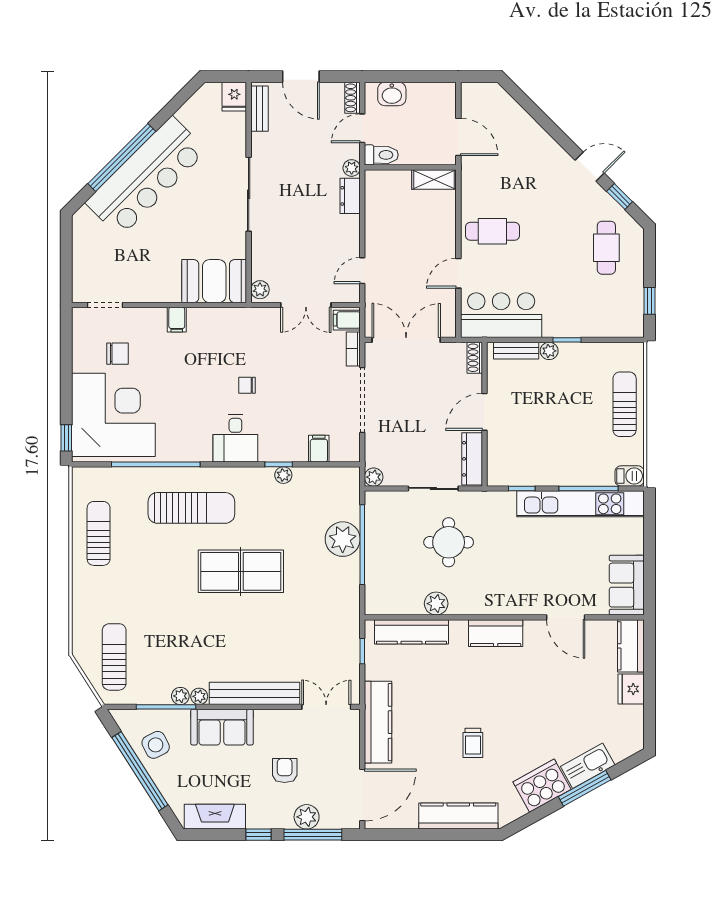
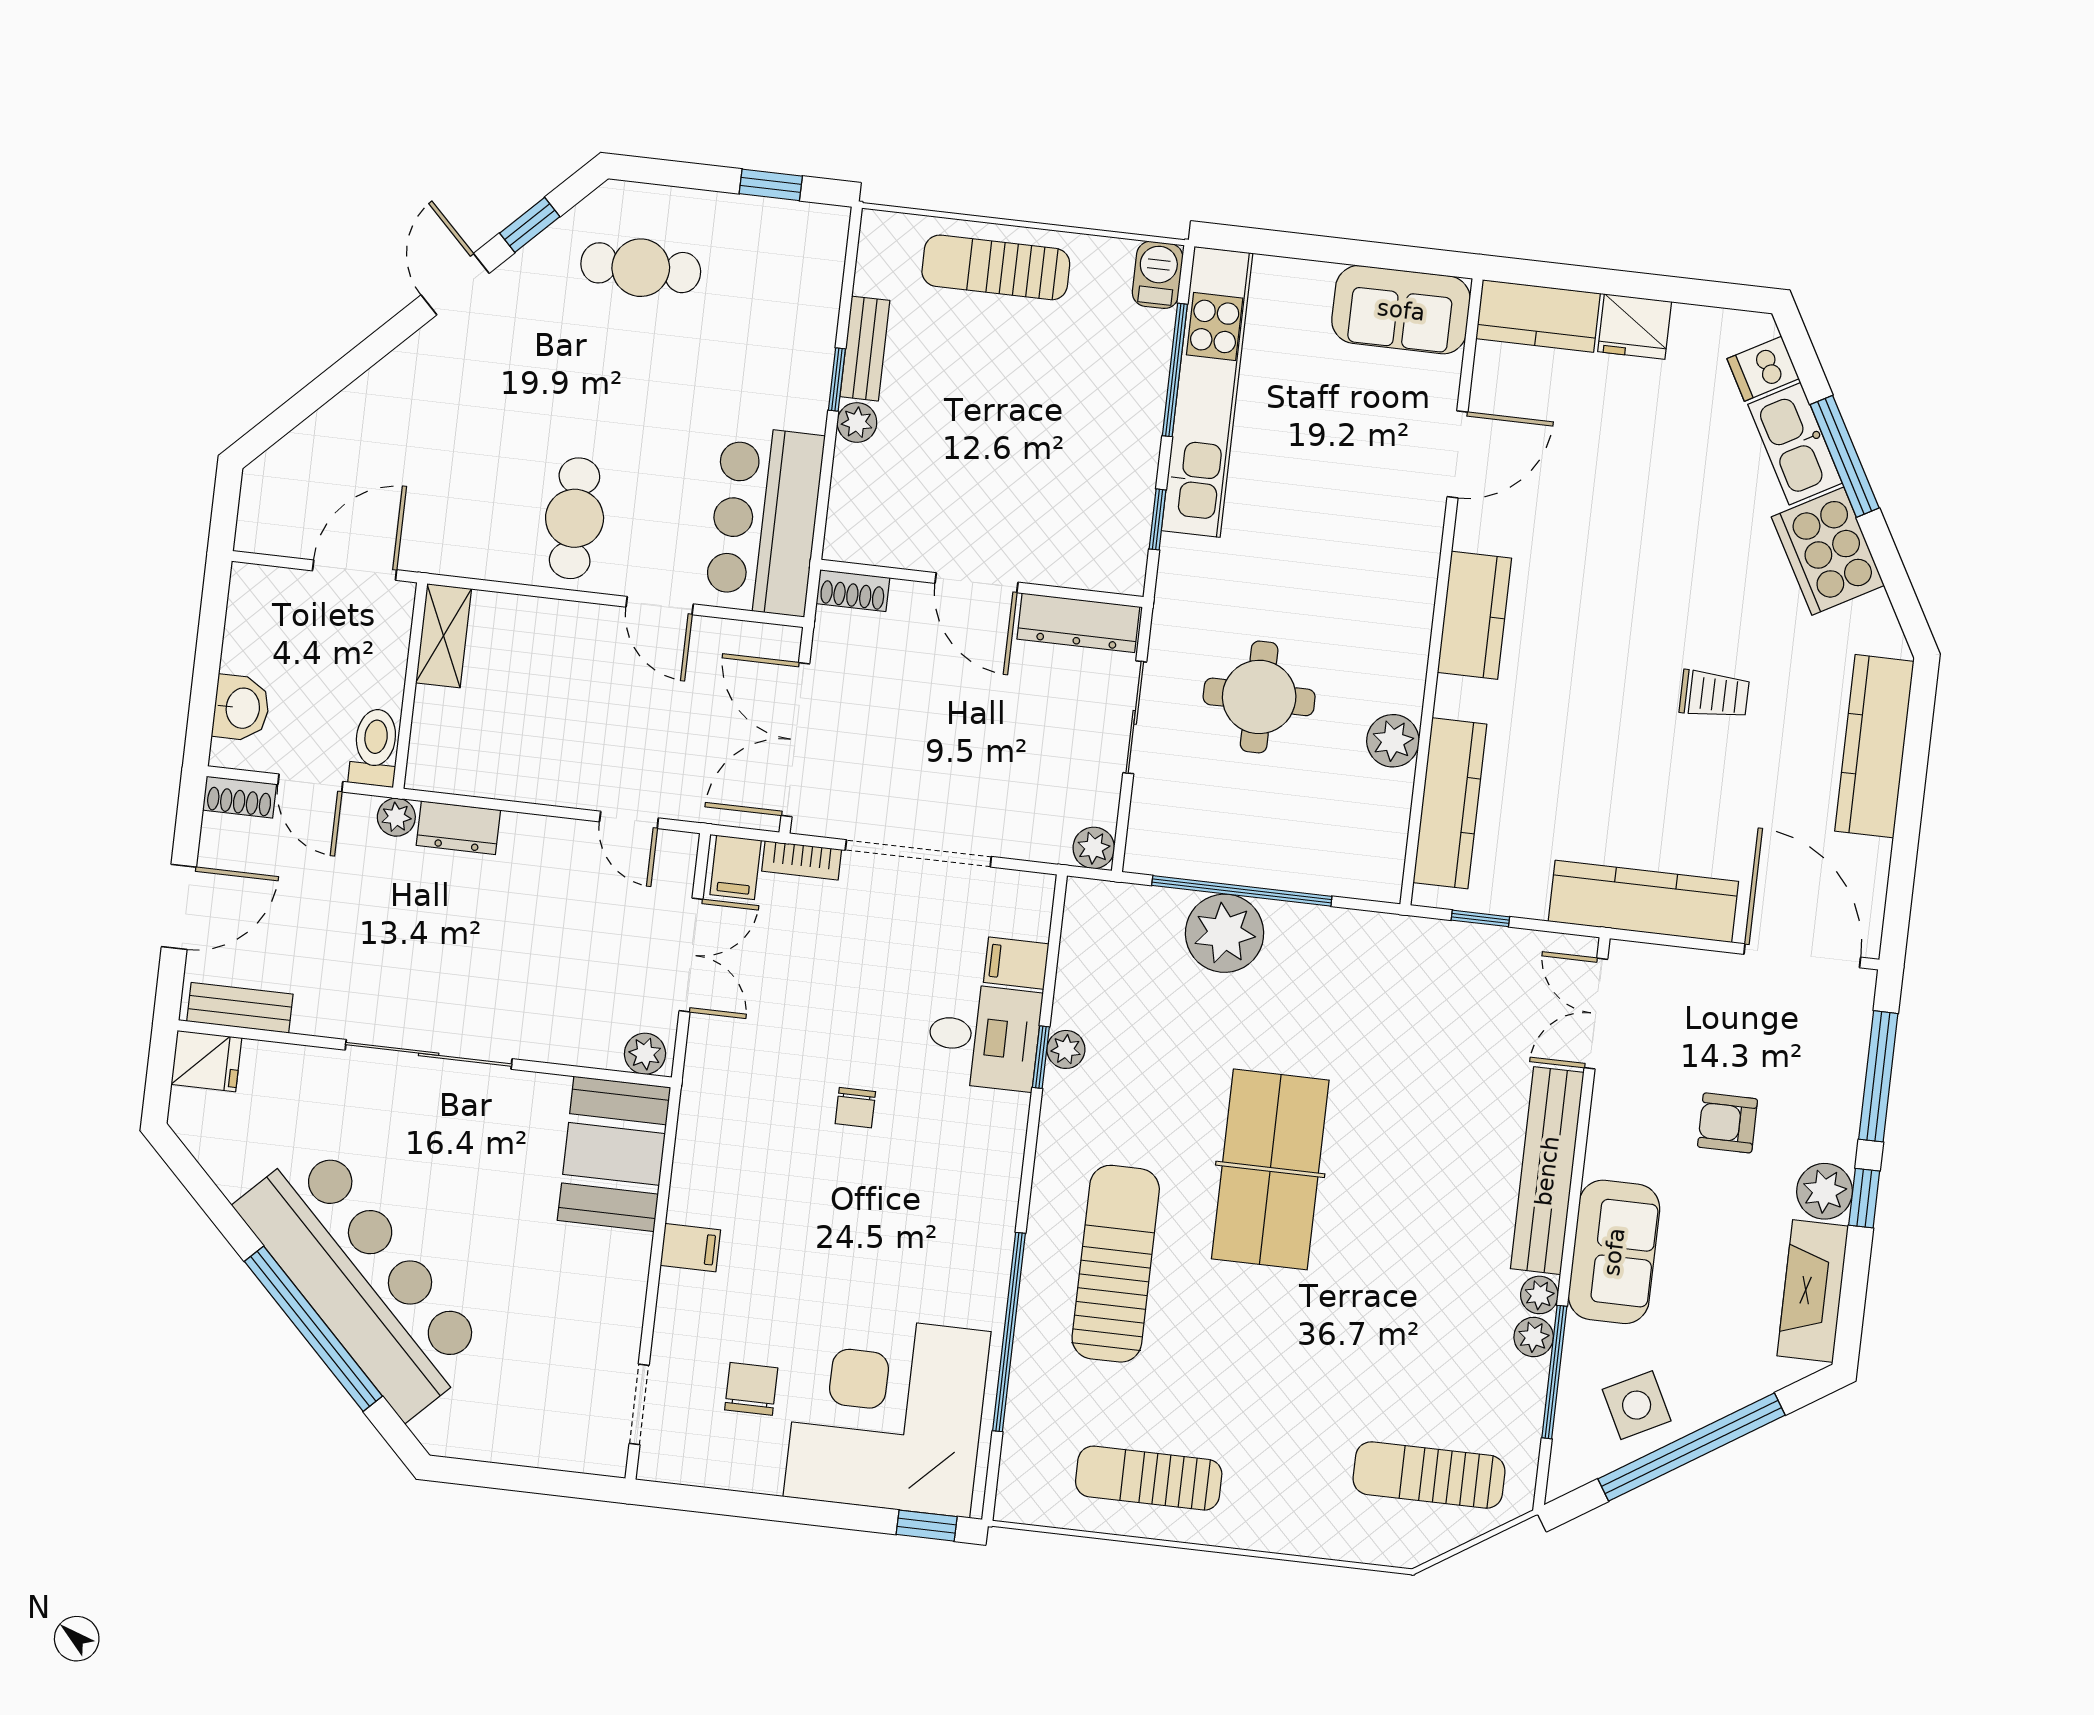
bench: (516, 351) -> (865, 349), moved
desk: (235, 438) -> (984, 1037), moved
dishwasher: (619, 748) -> (1763, 369), added
plant: (307, 817) -> (1825, 1191), moved

